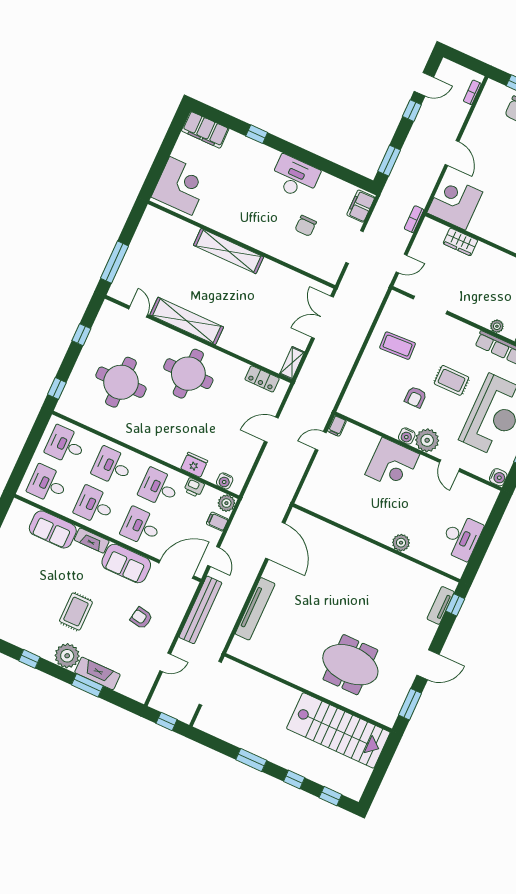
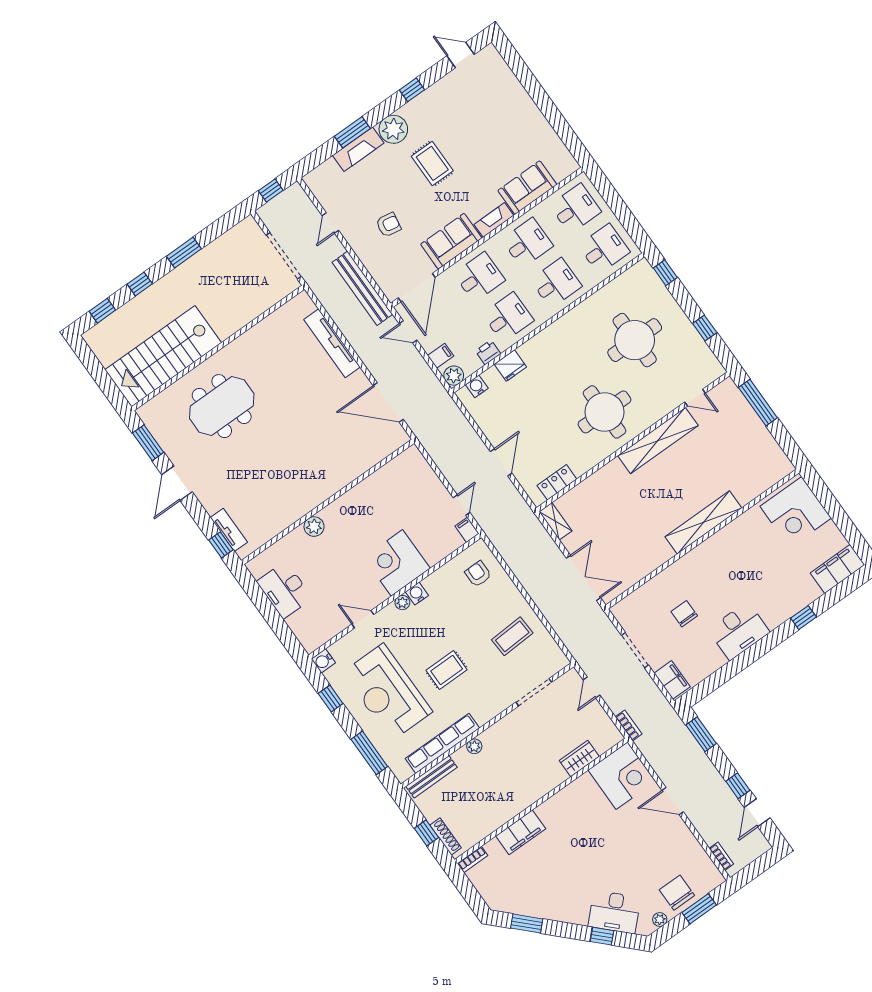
armchair: (416, 397) -> (478, 574), moved
plant: (427, 440) -> (402, 603), width x0.53, depth x0.53

